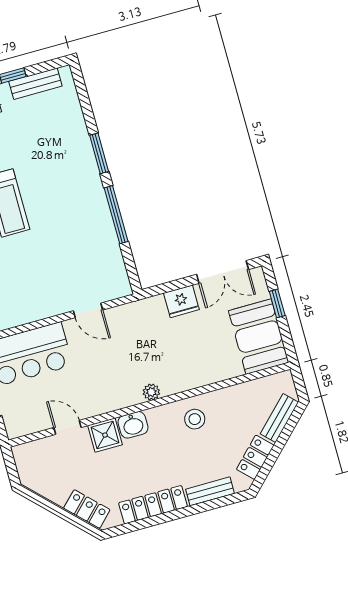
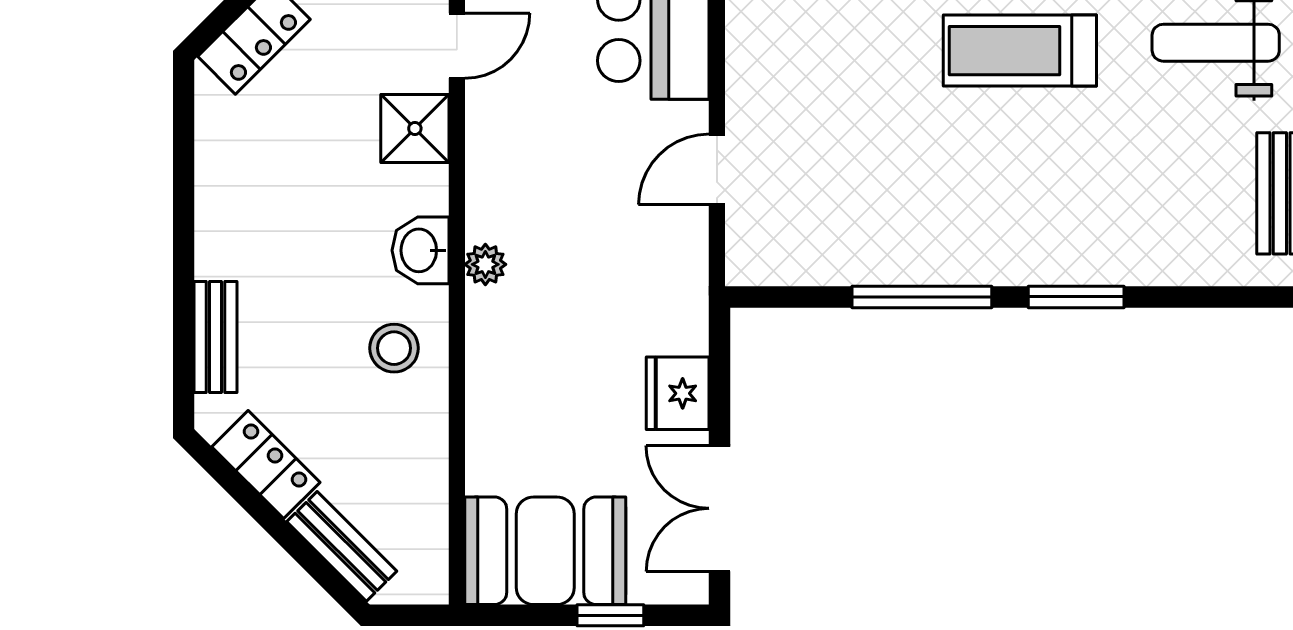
washbasin: (133, 425) -> (421, 250), moved
locker: (153, 505) -> (221, 195), removed

